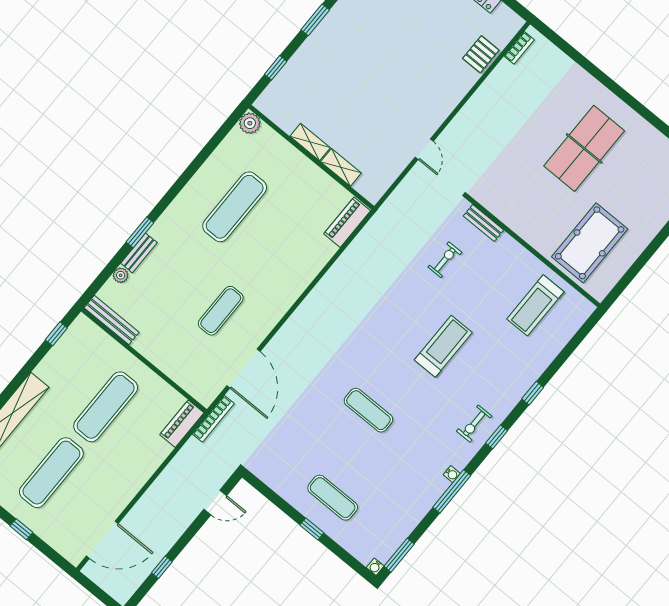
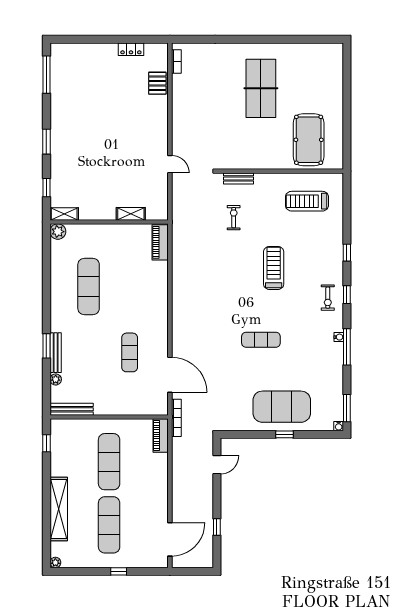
shelving: (310, 142) -> (64, 214), moved
bench: (139, 253) -> (56, 353), width x1.36
treadmill: (535, 305) -> (307, 201), turned 90
exercise mat: (333, 498) -> (282, 407), width x2.00, depth x1.45

